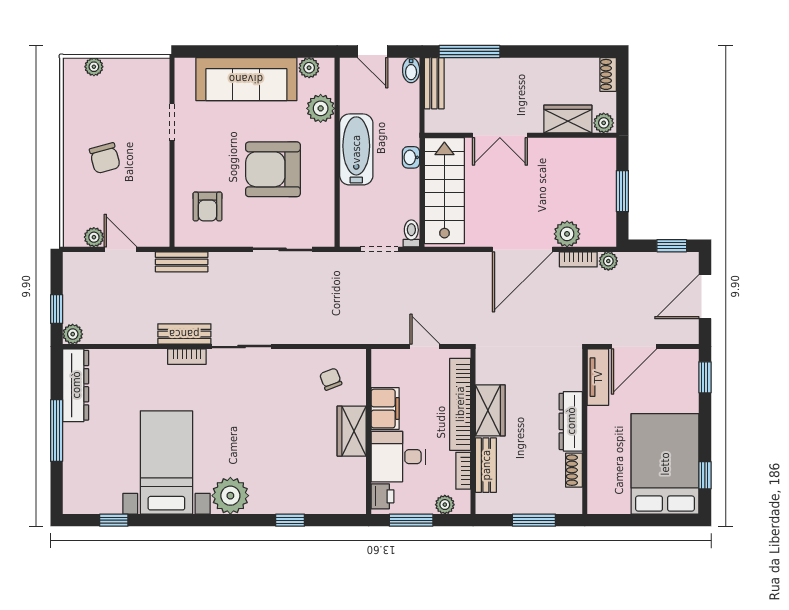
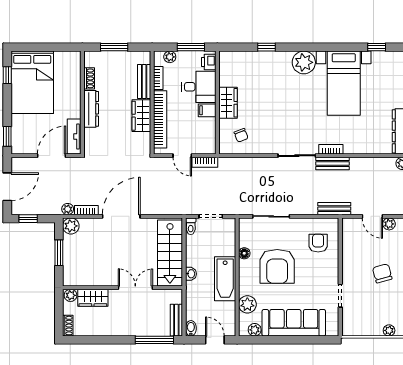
armchair: (273, 169) -> (277, 266), turned 90
floor lamp: (326, 190) -> (244, 253), added
plant: (567, 234) -> (71, 226), moved
bookcase: (389, 336) -> (205, 162), added
filing cabinet: (385, 409) -> (207, 110), width x0.50

